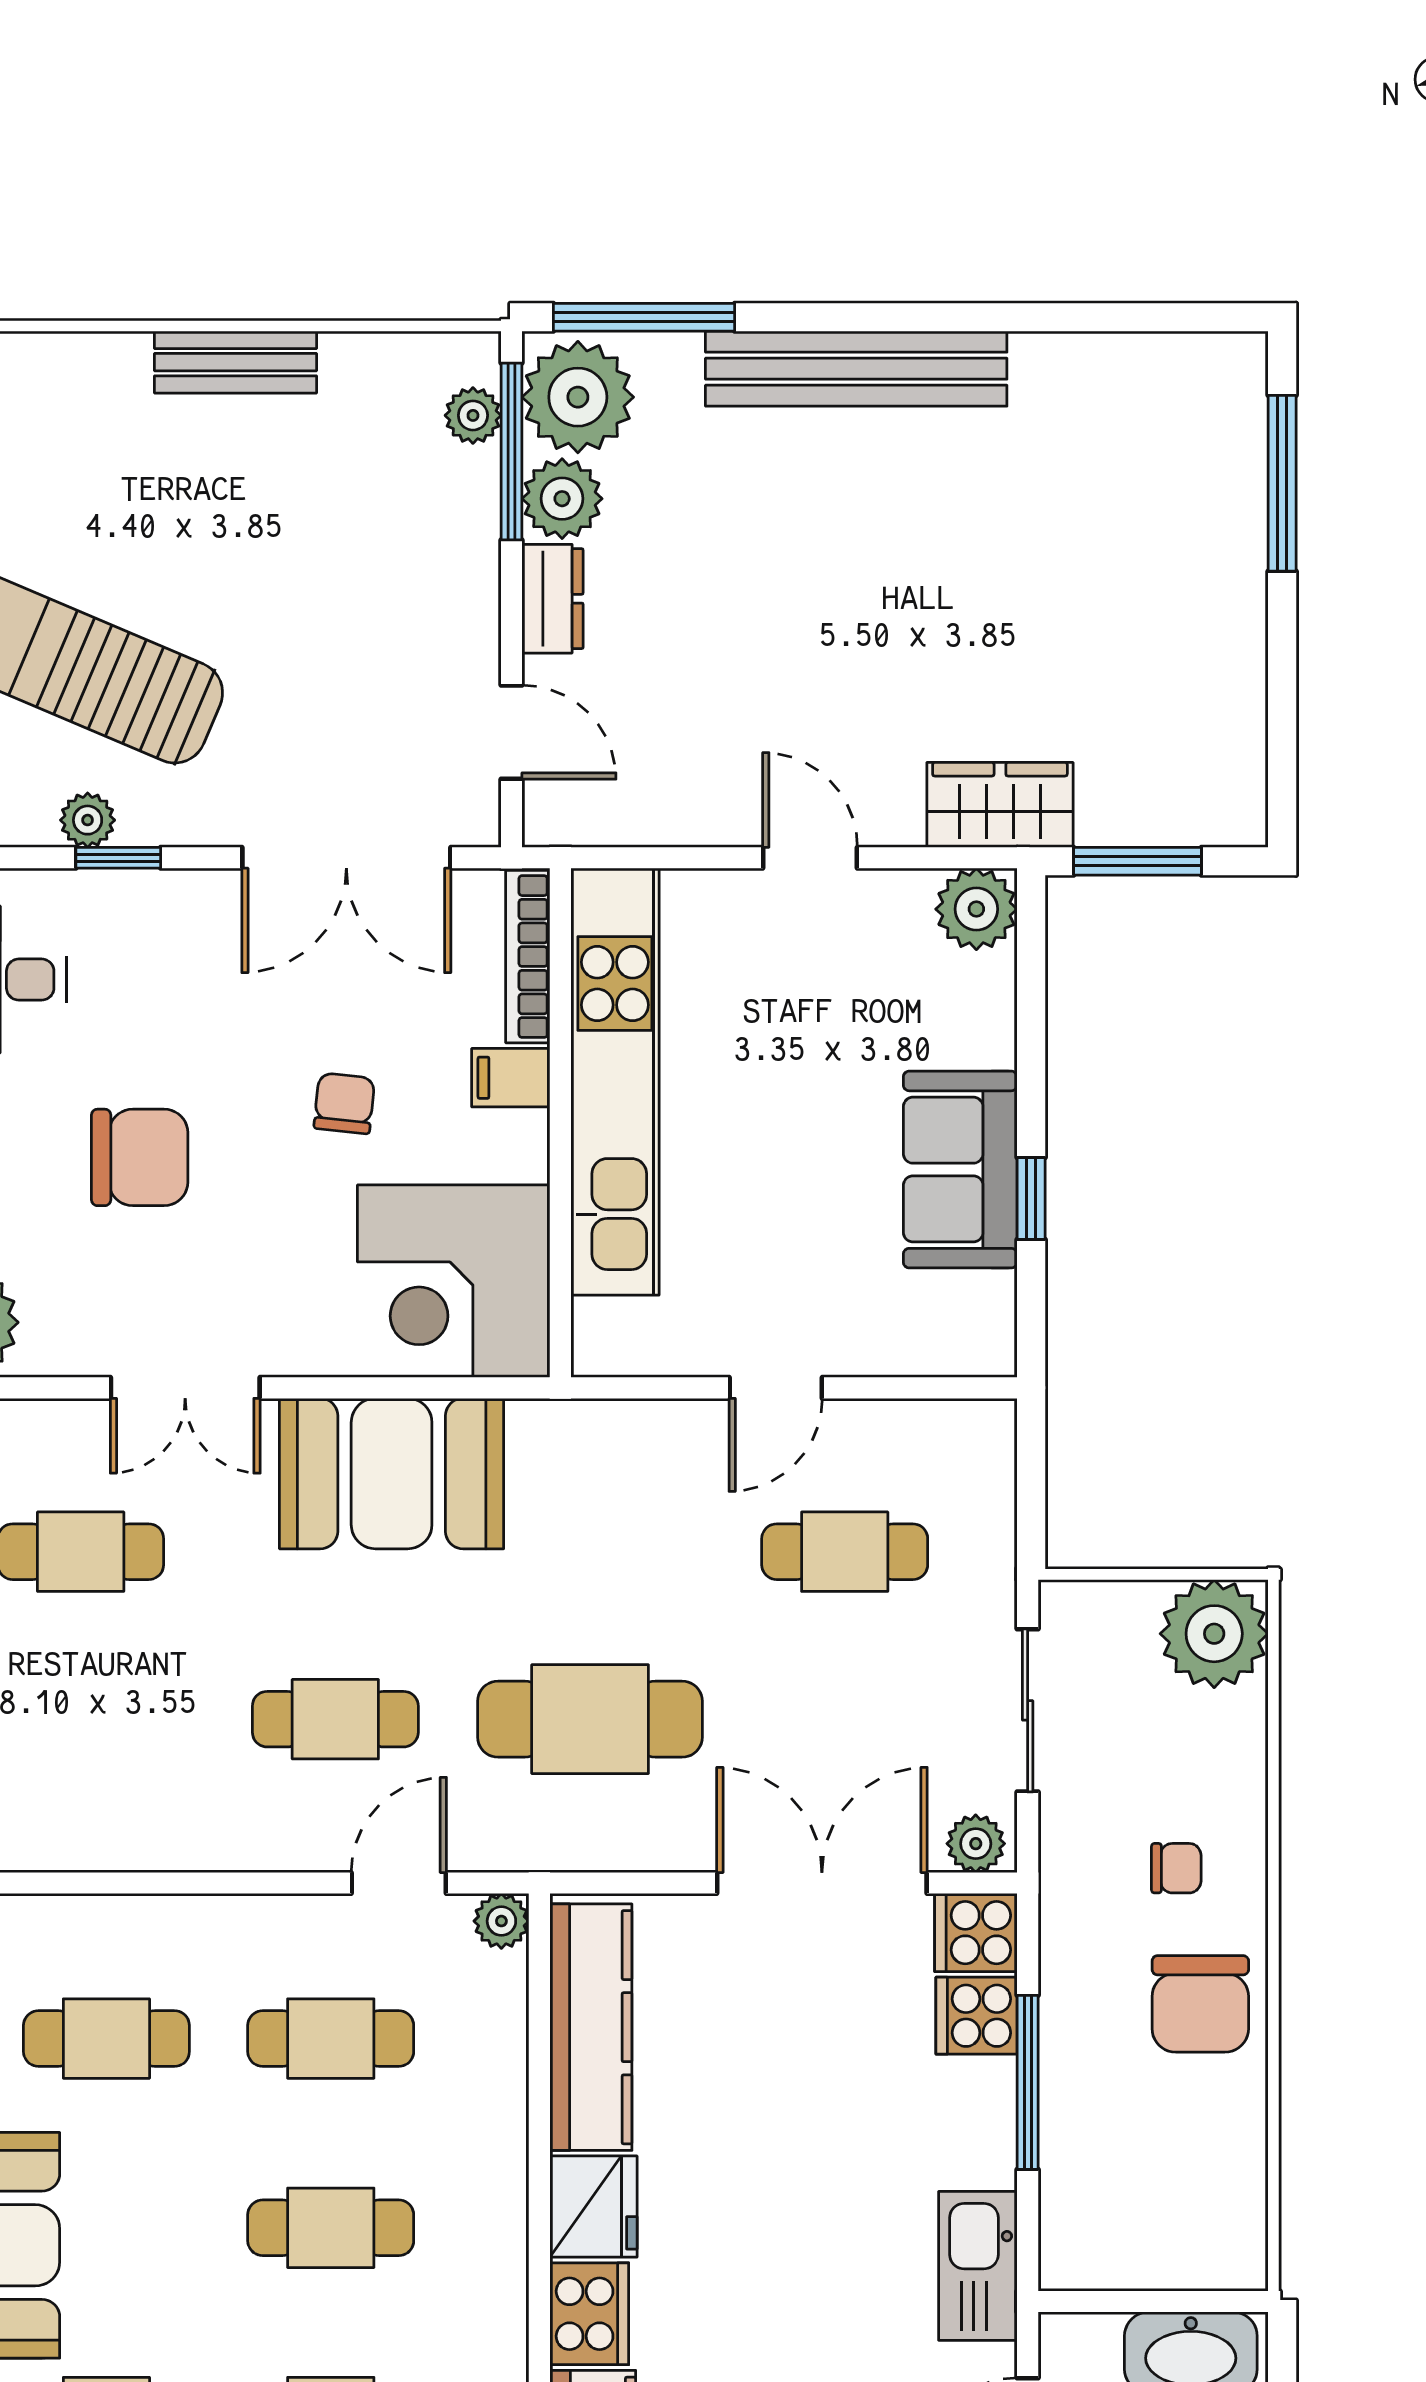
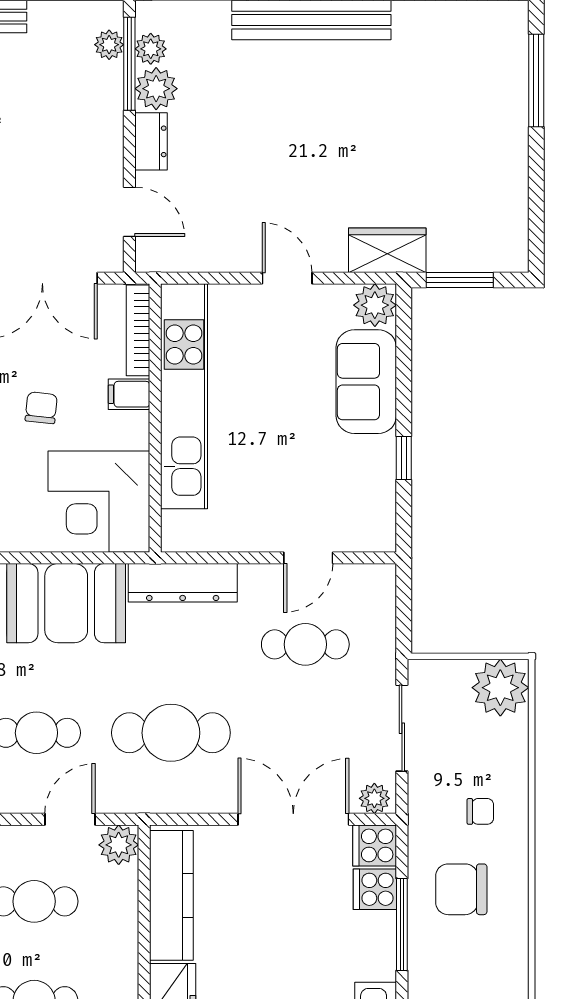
plant: (578, 397) -> (151, 49), width x0.53, depth x0.53
sofa: (960, 1170) -> (366, 382), moved
door: (776, 1388) -> (308, 558), moved
dresser: (612, 1435) -> (183, 583), added
plant: (501, 1921) -> (119, 845), width x1.38, depth x1.38
chair: (1200, 2004) -> (461, 889), moved, turned 90

